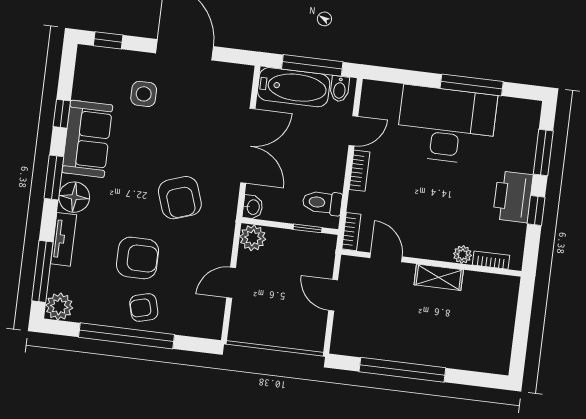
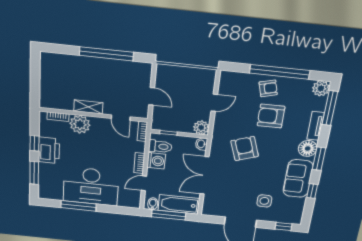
washing machine: (330, 175) -> (156, 161), added
plant: (462, 255) -> (80, 124), width x1.88, depth x1.88

